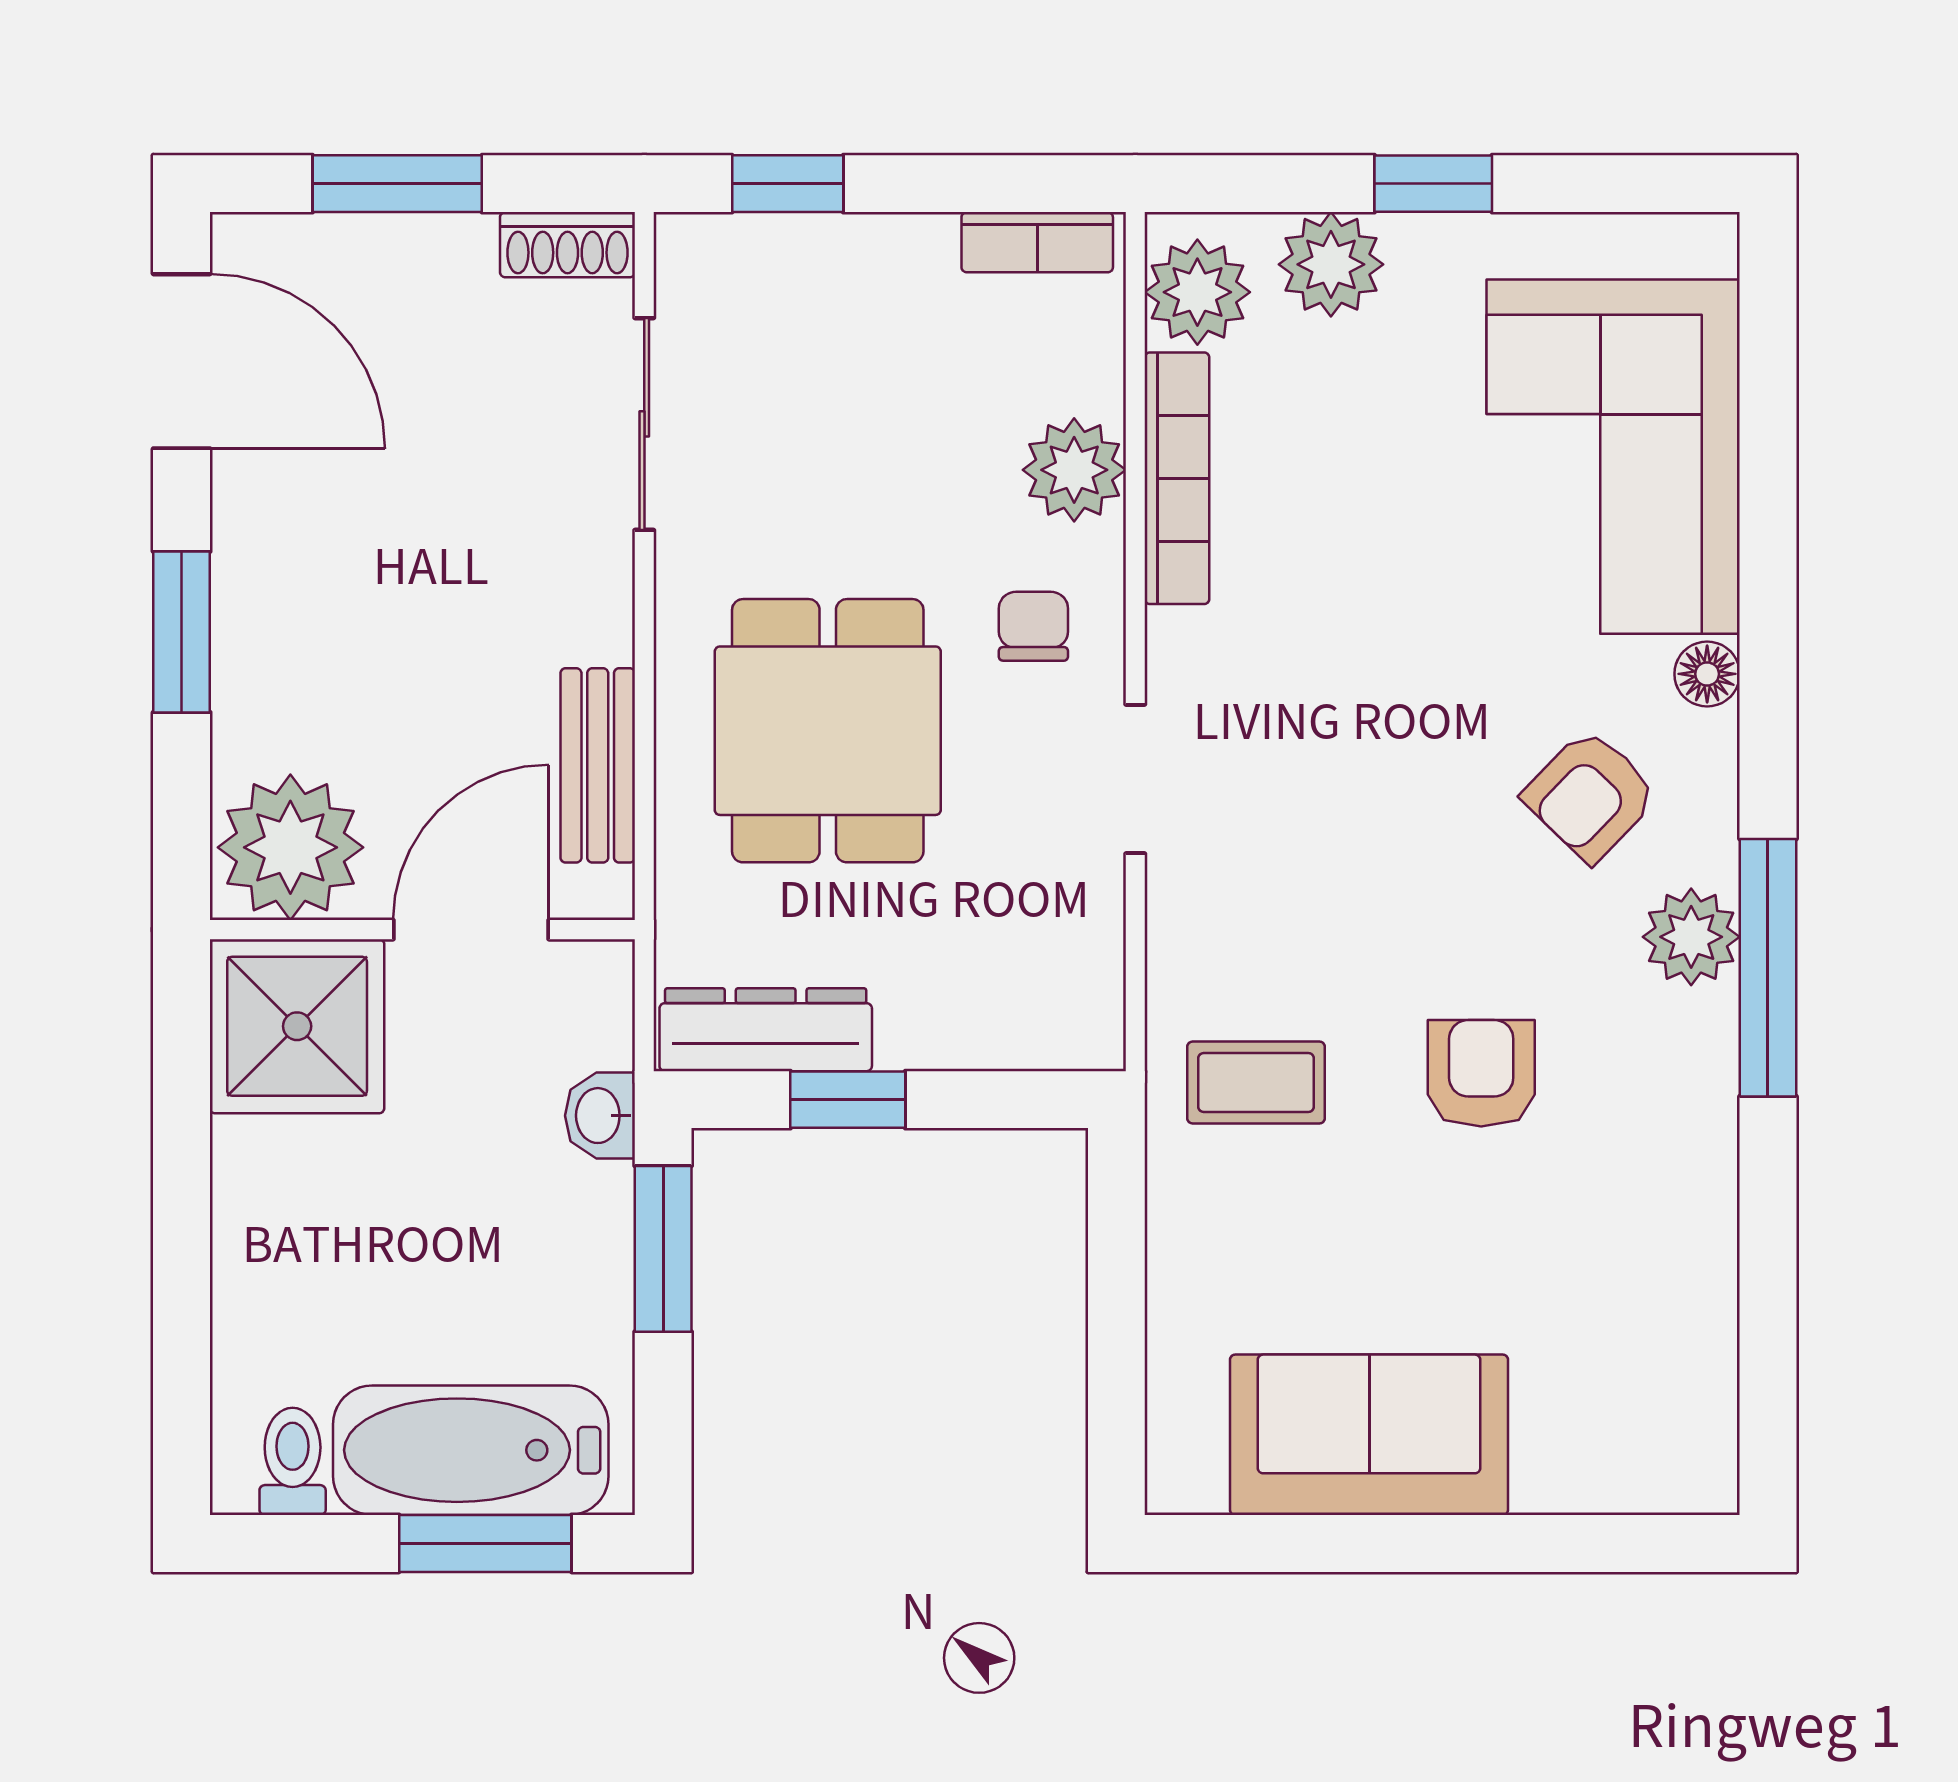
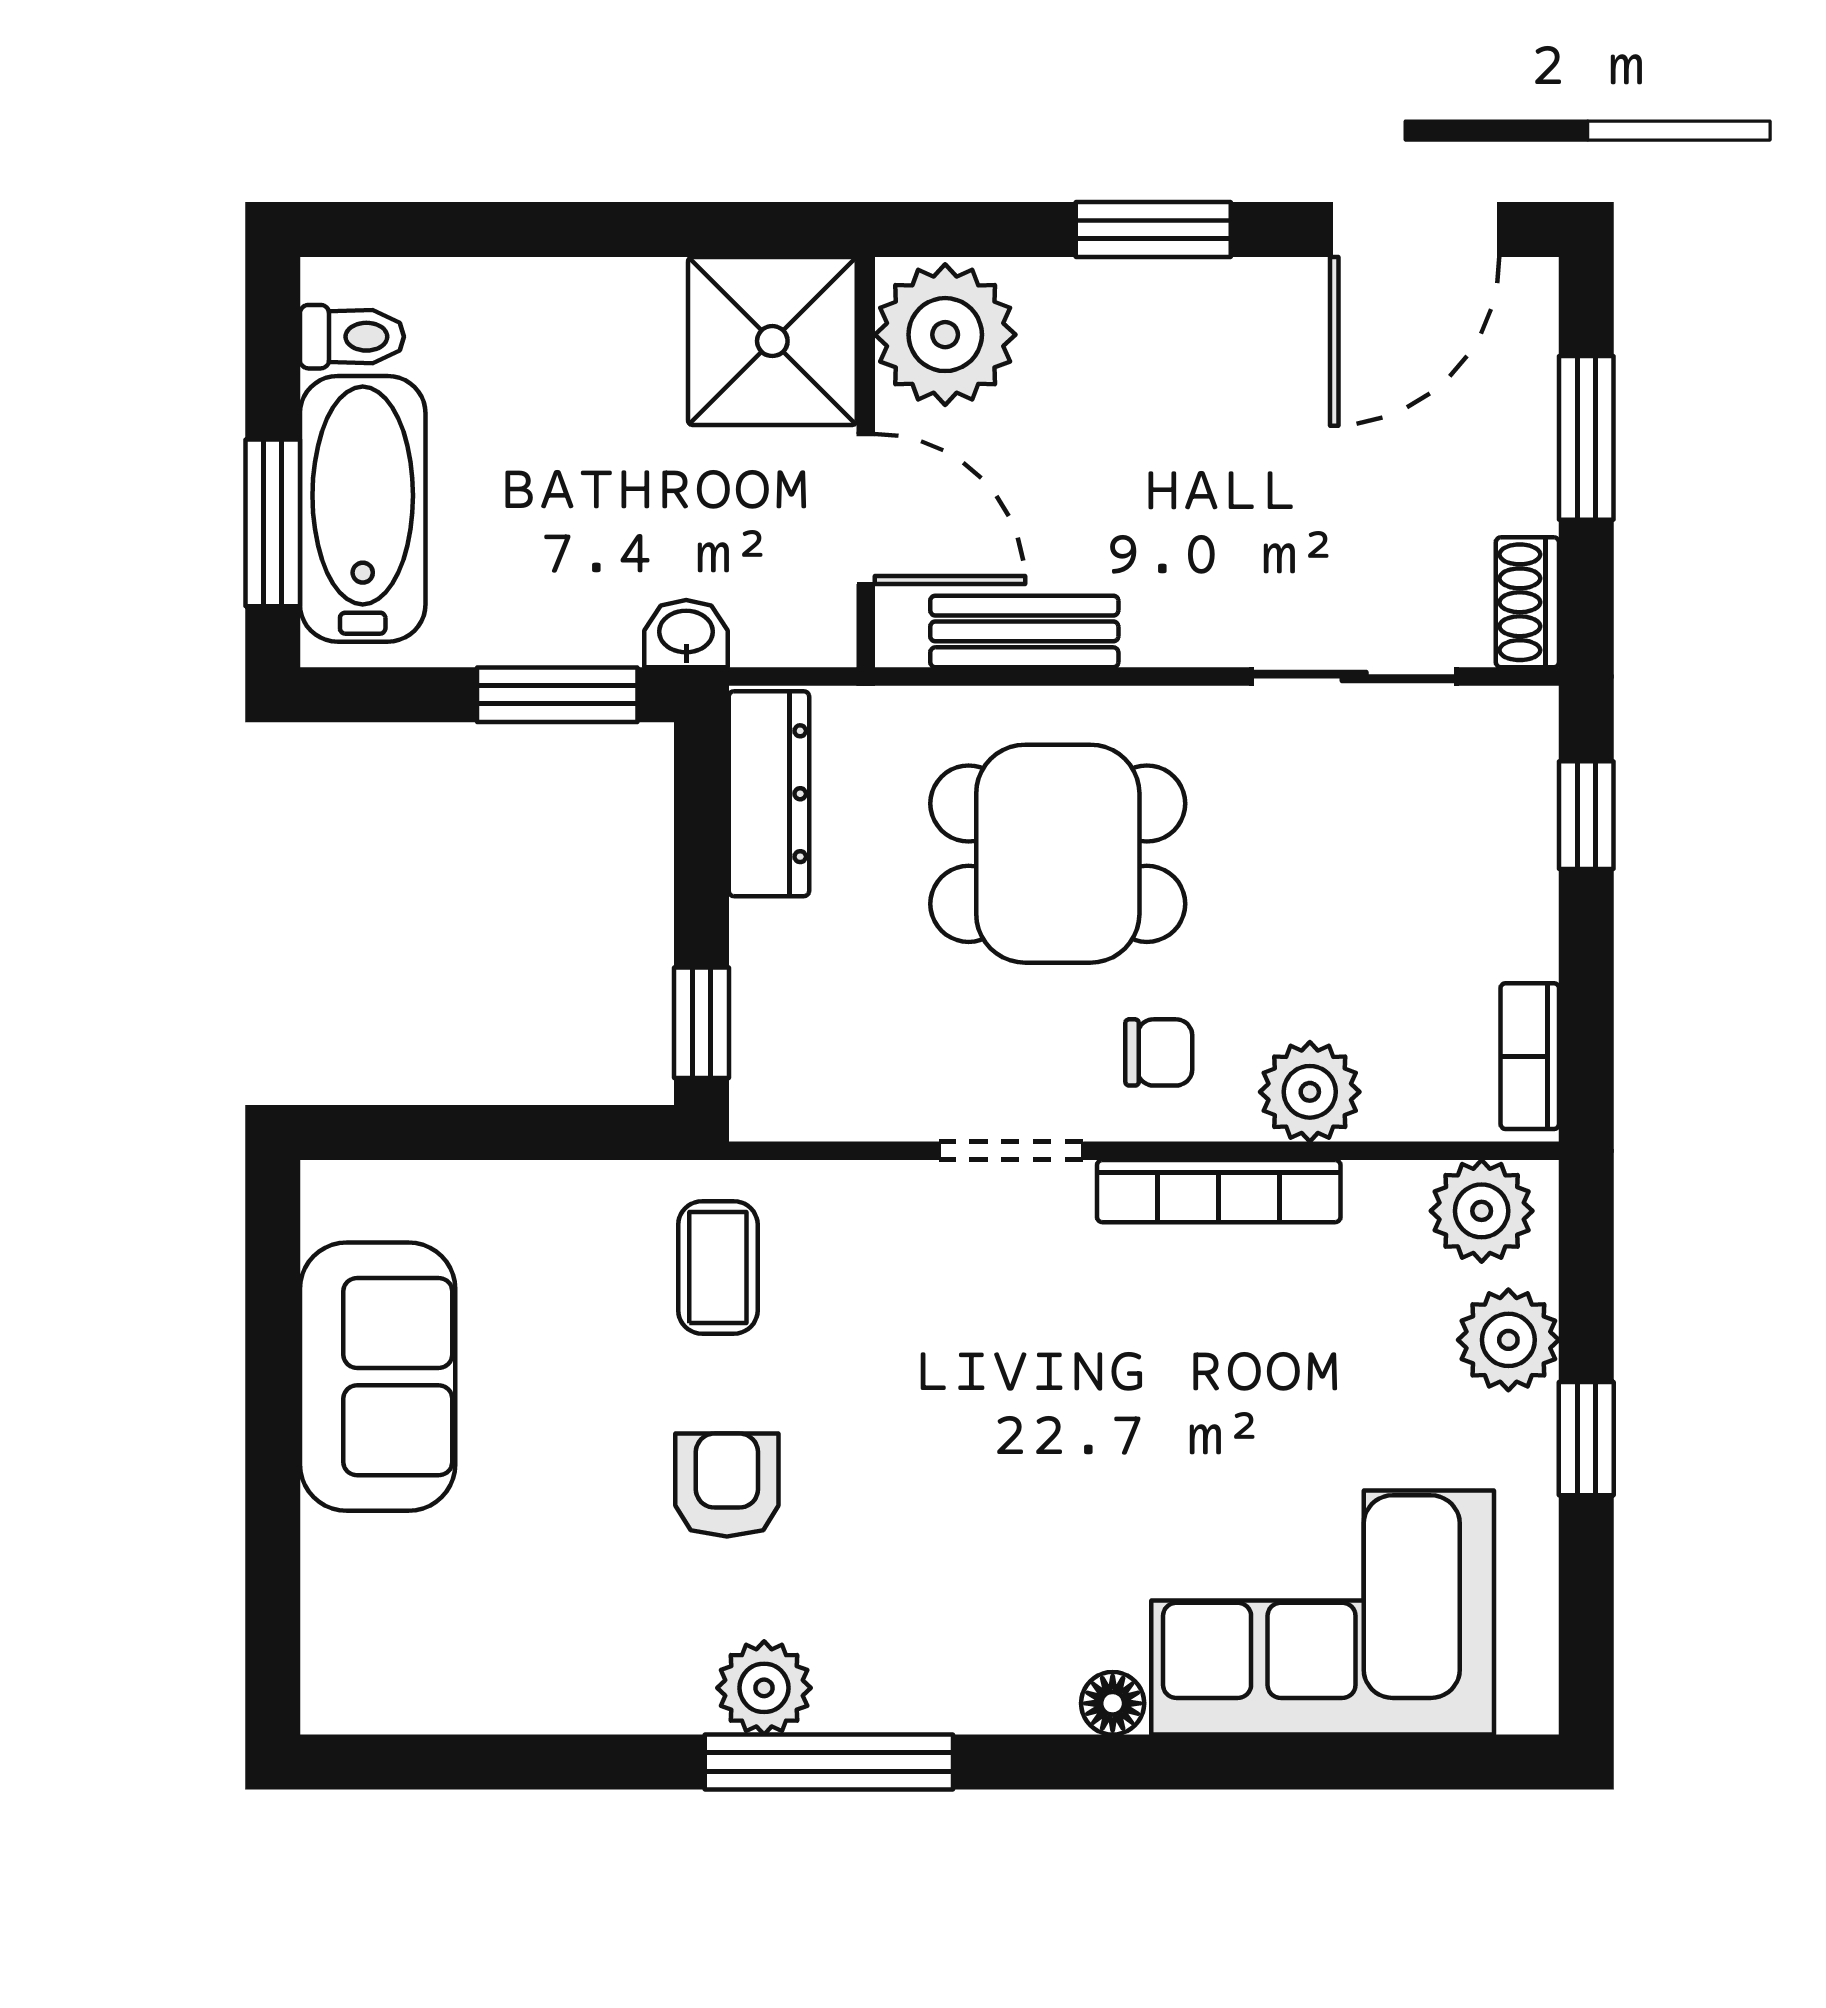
bookcase: (1177, 478) -> (1219, 1191), moved
armchair: (1590, 795) -> (995, 1590), removed
plant: (1691, 937) -> (764, 1688), moved
armchair: (1481, 1073) -> (727, 1485), turned -90
window: (848, 1100) -> (701, 1023), moved

